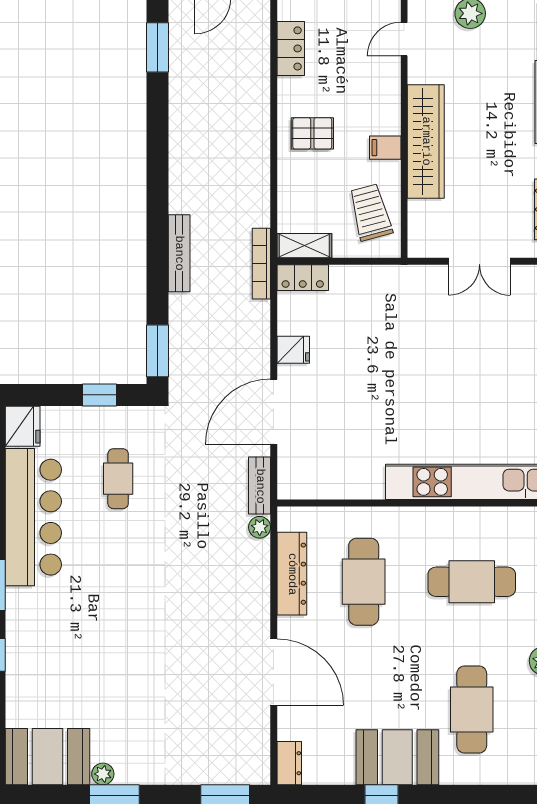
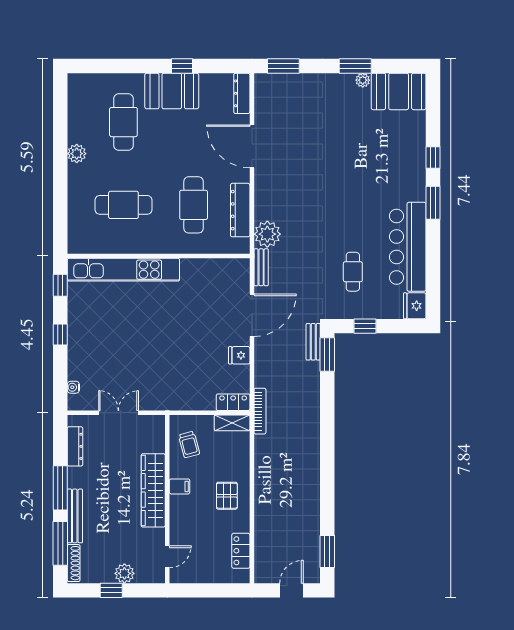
pallet: (312, 133) -> (227, 496), turned 90
trolley: (371, 212) -> (189, 444), width x0.73, depth x0.72
bench: (179, 253) -> (313, 342), moved, width x0.73
plant: (260, 527) -> (267, 234), width x1.88, depth x1.88
dresser: (289, 763) -> (242, 93), width x1.44

